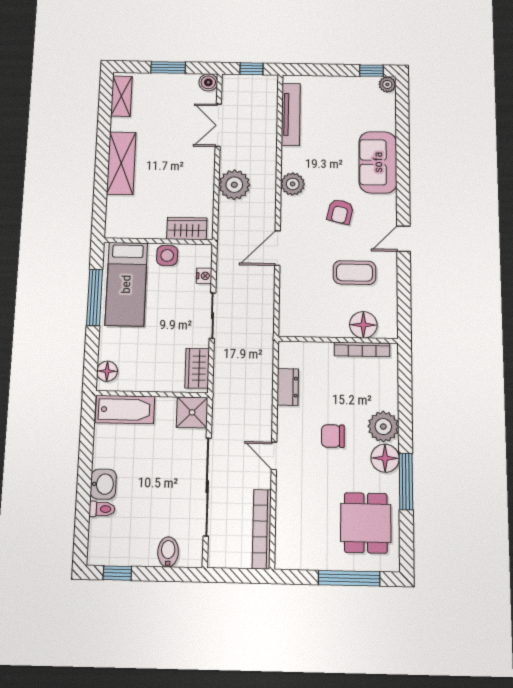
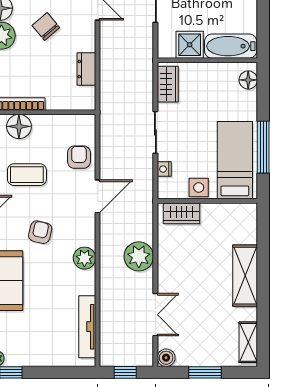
armchair: (297, 290) -> (79, 157), added
shower: (192, 412) -> (190, 45), moved
chair: (333, 436) -> (46, 27), turned -130

